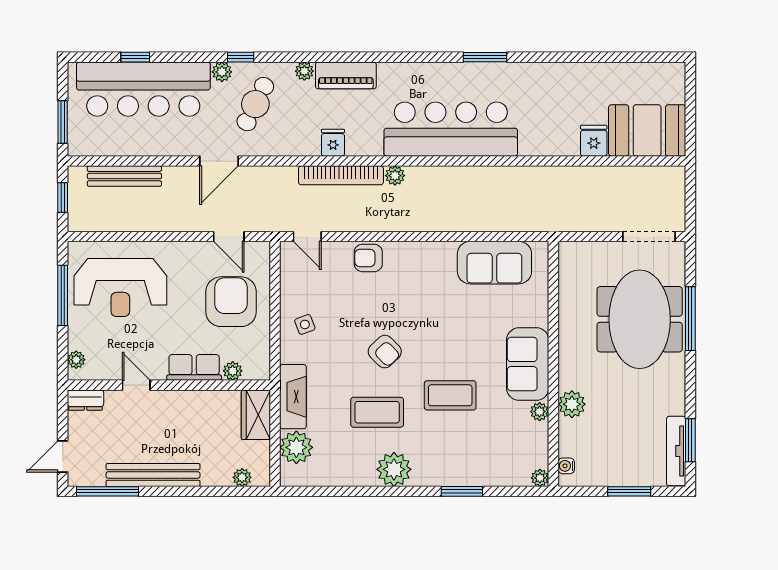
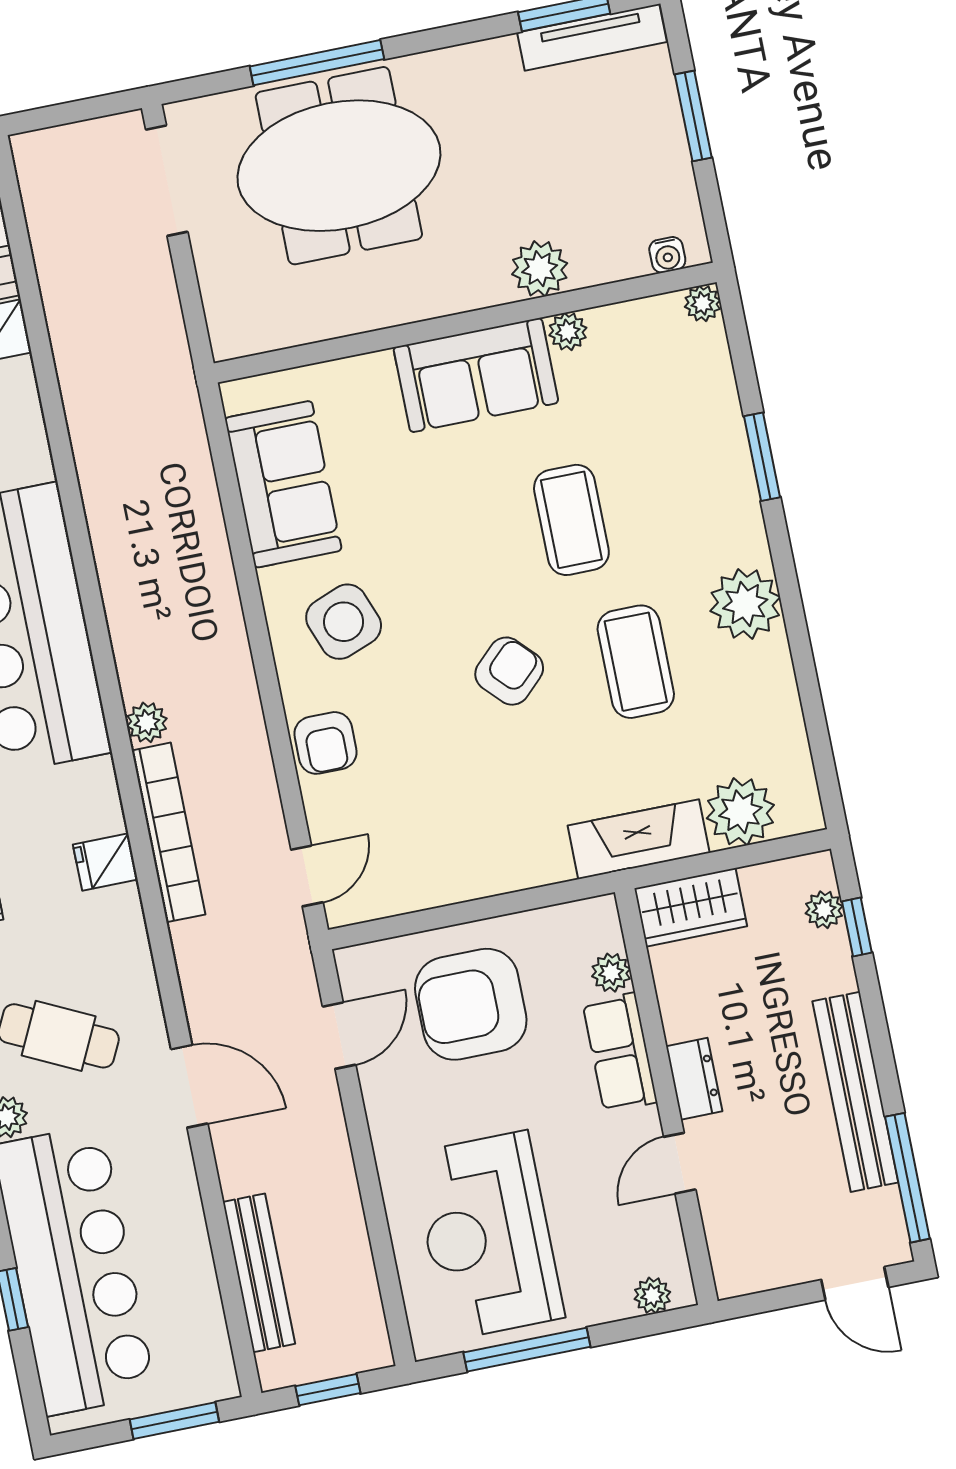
reception desk: (120, 288) -> (487, 1235), turned 180
side table: (305, 324) -> (344, 622), moved, width x1.87, depth x1.87
dresser: (85, 400) -> (694, 1079), moved
window: (231, 491) -> (857, 927), added

